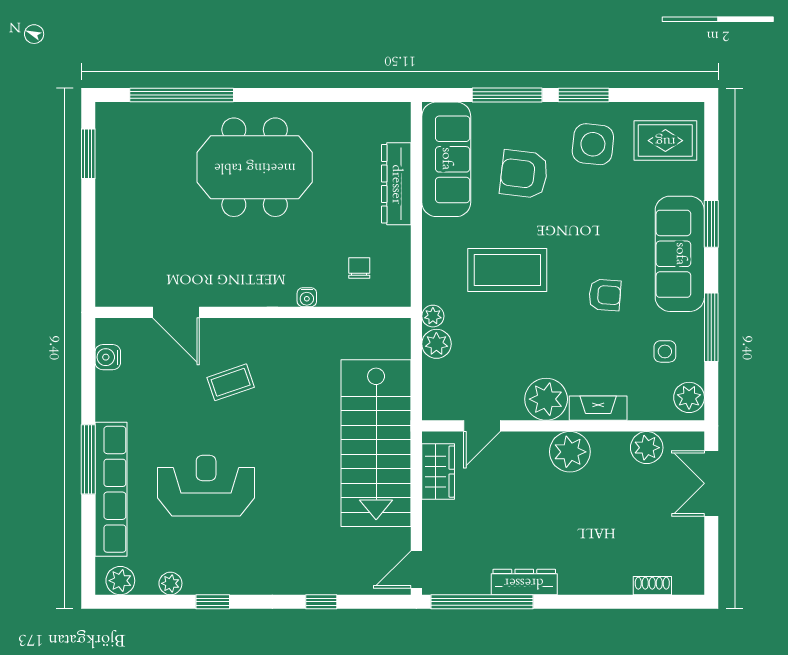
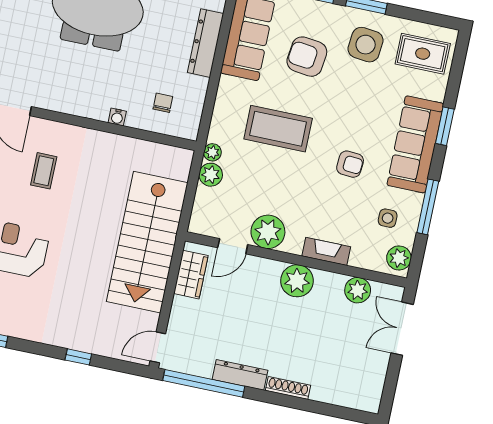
coffee table: (231, 382) -> (44, 171), turned -71
plant: (546, 399) -> (268, 232), moved
shoe rack: (652, 586) -> (288, 388), moved, width x1.43

